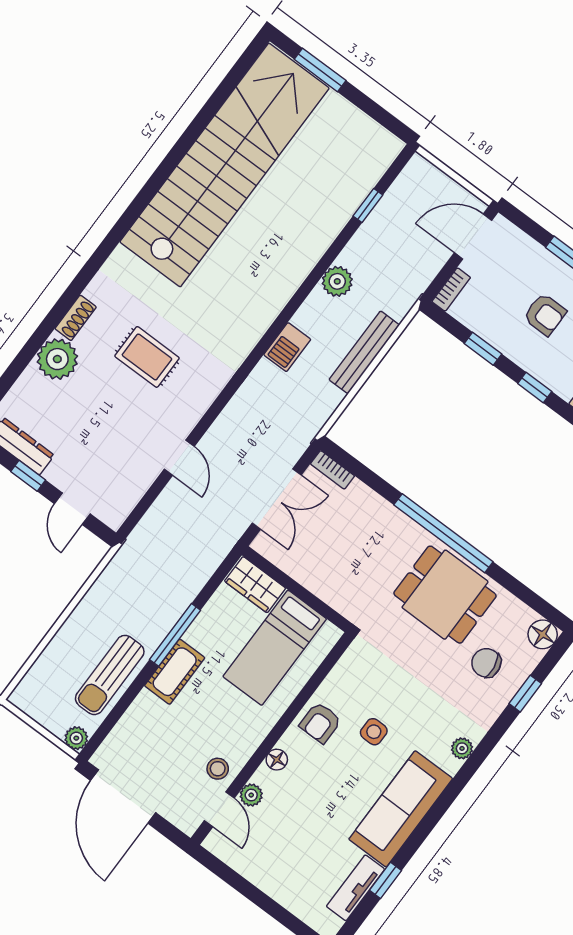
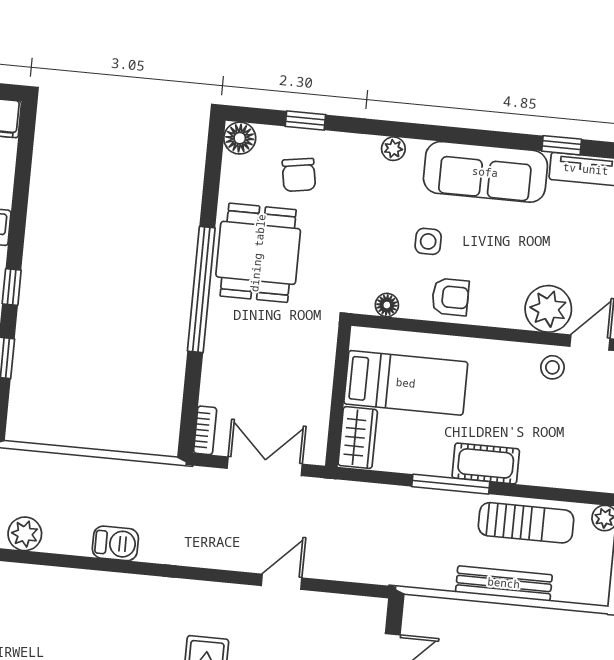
bench: (364, 352) -> (504, 583), moved
floor lamp: (277, 760) -> (387, 305), moved
plant: (251, 795) -> (548, 309), width x1.88, depth x1.88

